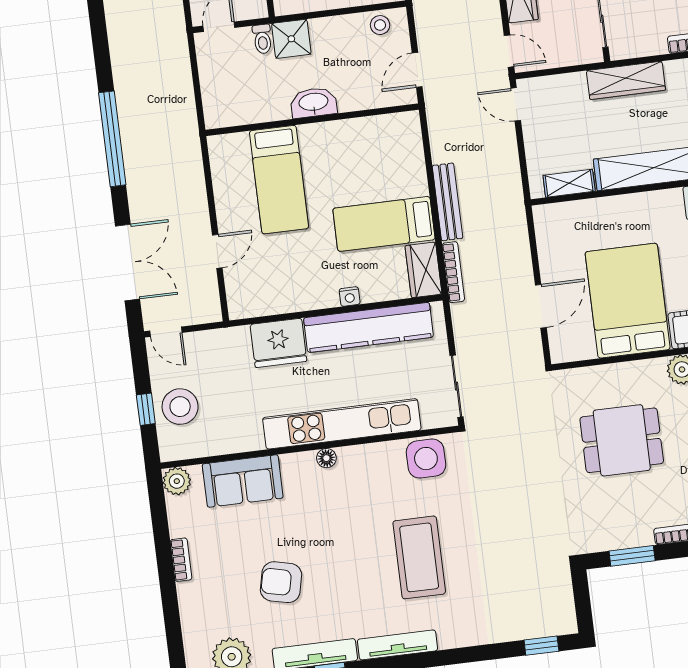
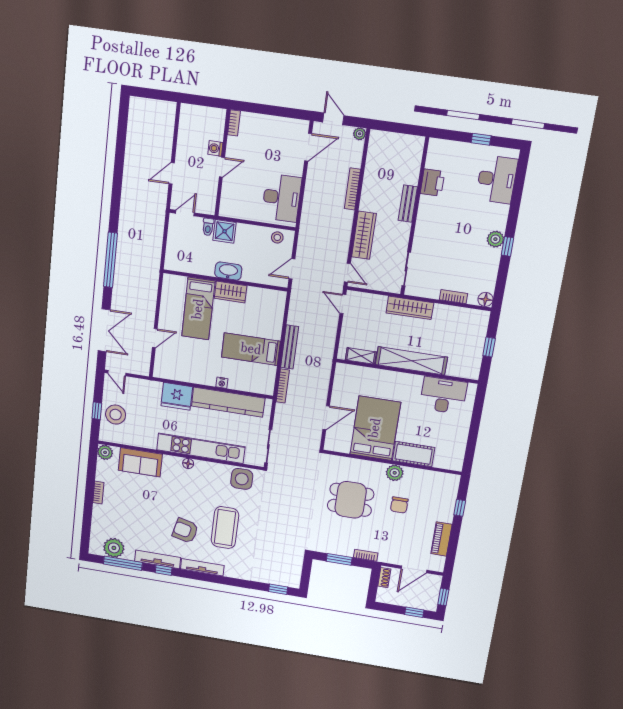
wardrobe: (423, 270) -> (231, 292), moved, turned -90
armchair: (281, 582) -> (185, 531), moved

